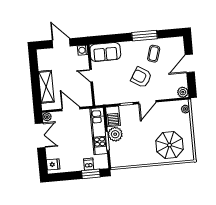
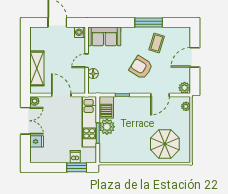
door: (91, 76) -> (87, 61), hinge flipped
floor lamp: (98, 87) -> (93, 74), added
door: (147, 102) -> (160, 95), moved
fridge: (53, 164) -> (37, 141), moved

